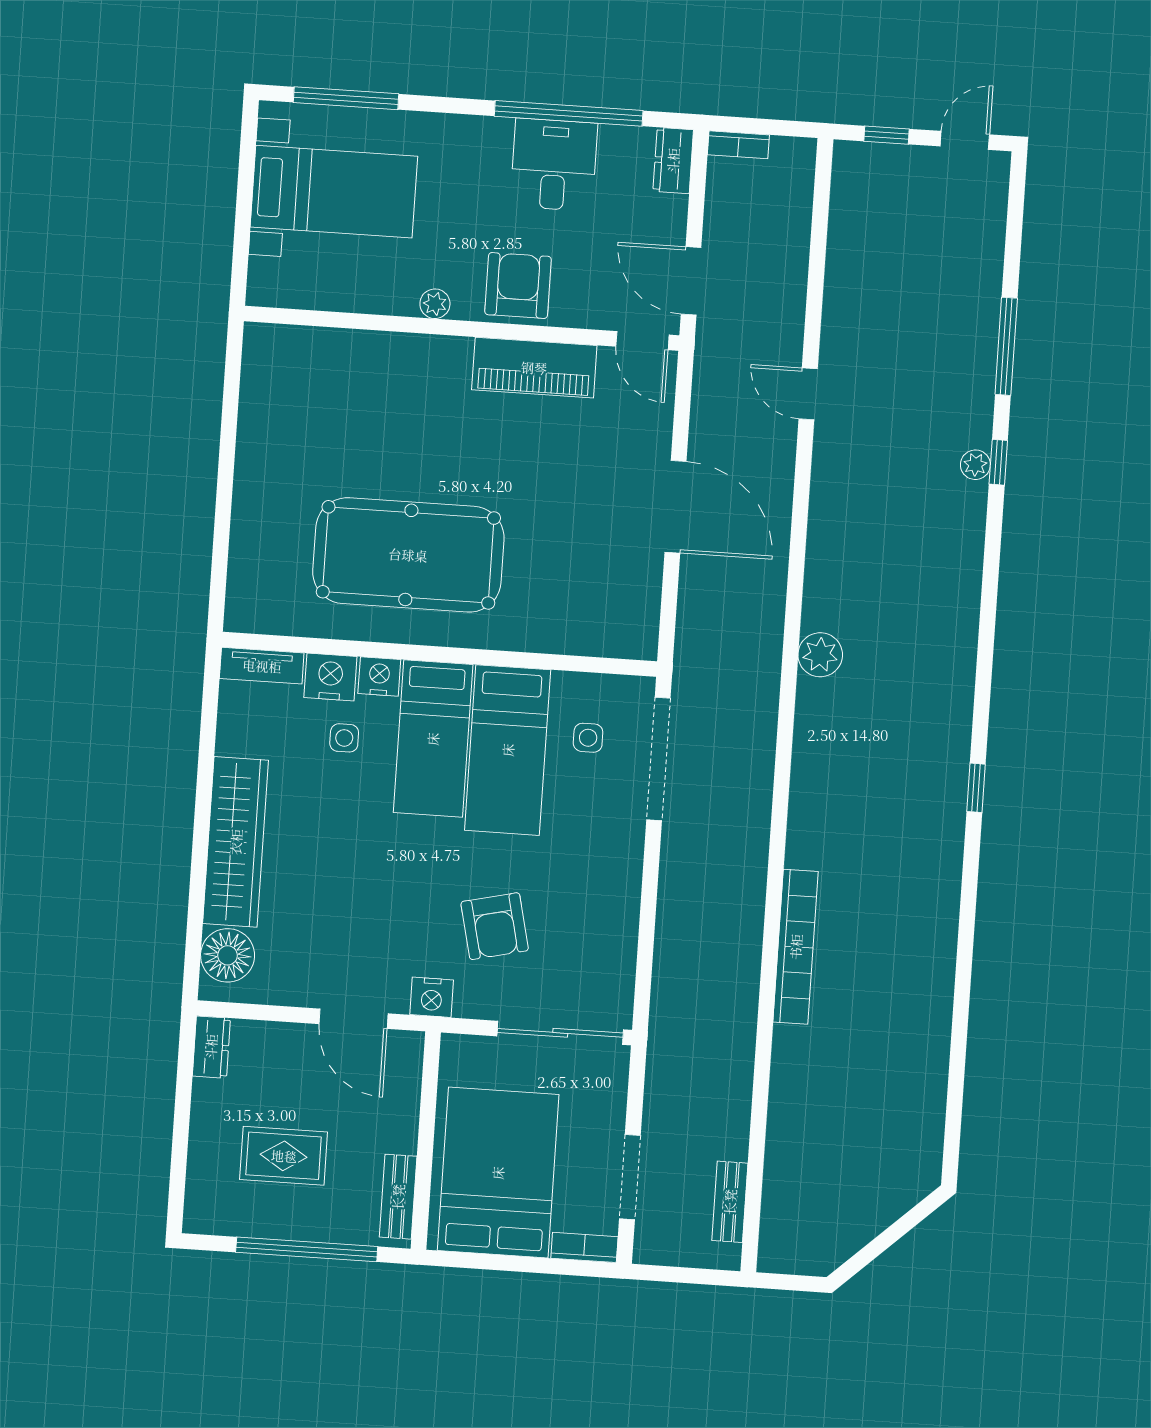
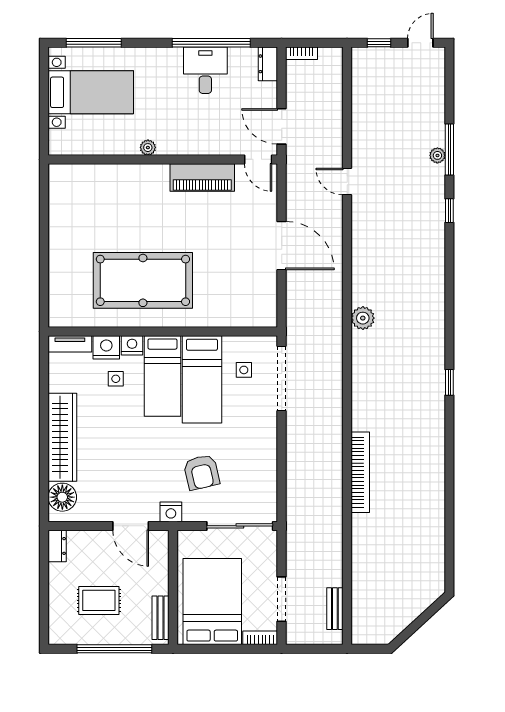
armchair: (518, 286) -> (191, 135), removed
plant: (975, 465) -> (437, 155), moved

